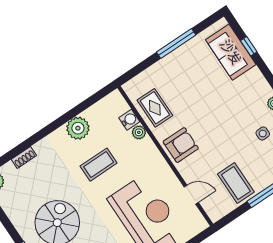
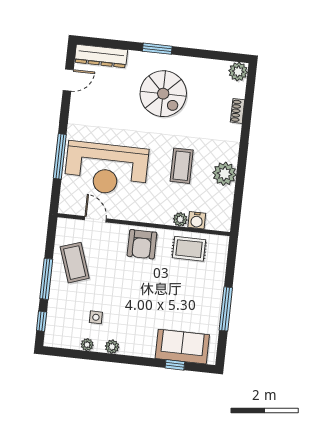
coffee table: (236, 183) -> (75, 263), turned 71
door: (191, 195) -> (95, 219), swing flipped

